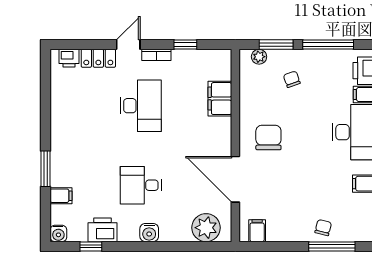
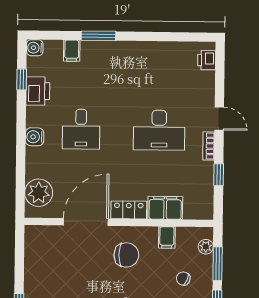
locker: (98, 58) -> (129, 210), moved, turned 90
chair: (292, 79) -> (183, 279), turned -139
desk: (141, 185) -> (81, 129), turned 180
filing cabinet: (257, 231) -> (167, 237), moved, turned 90

